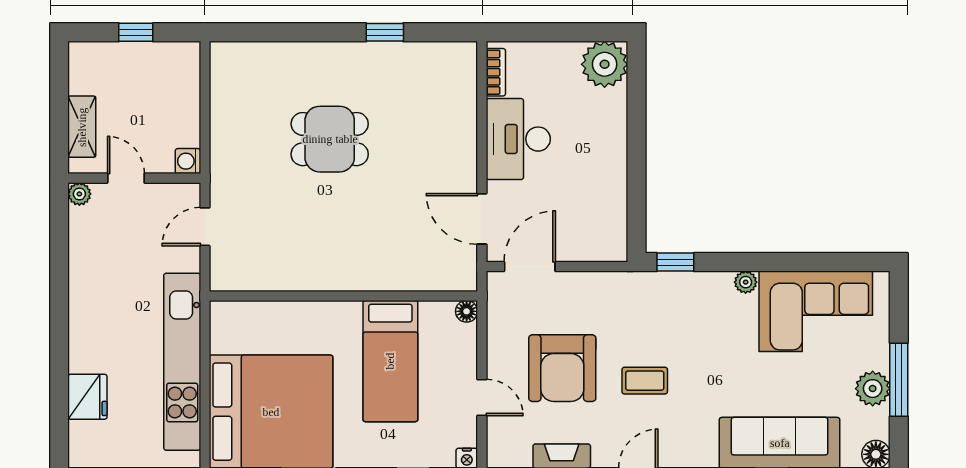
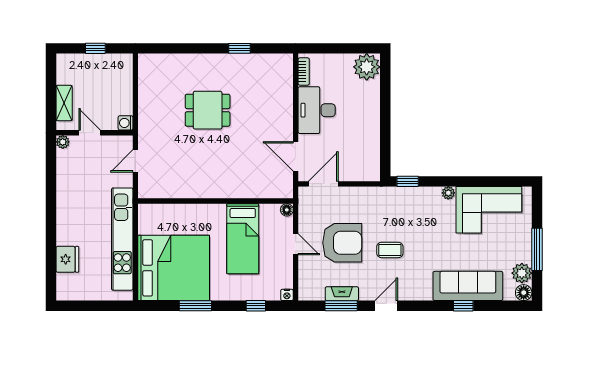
armchair: (562, 368) -> (342, 243), turned -90
plant: (873, 389) -> (522, 273), moved
door: (482, 397) -> (296, 244), moved

